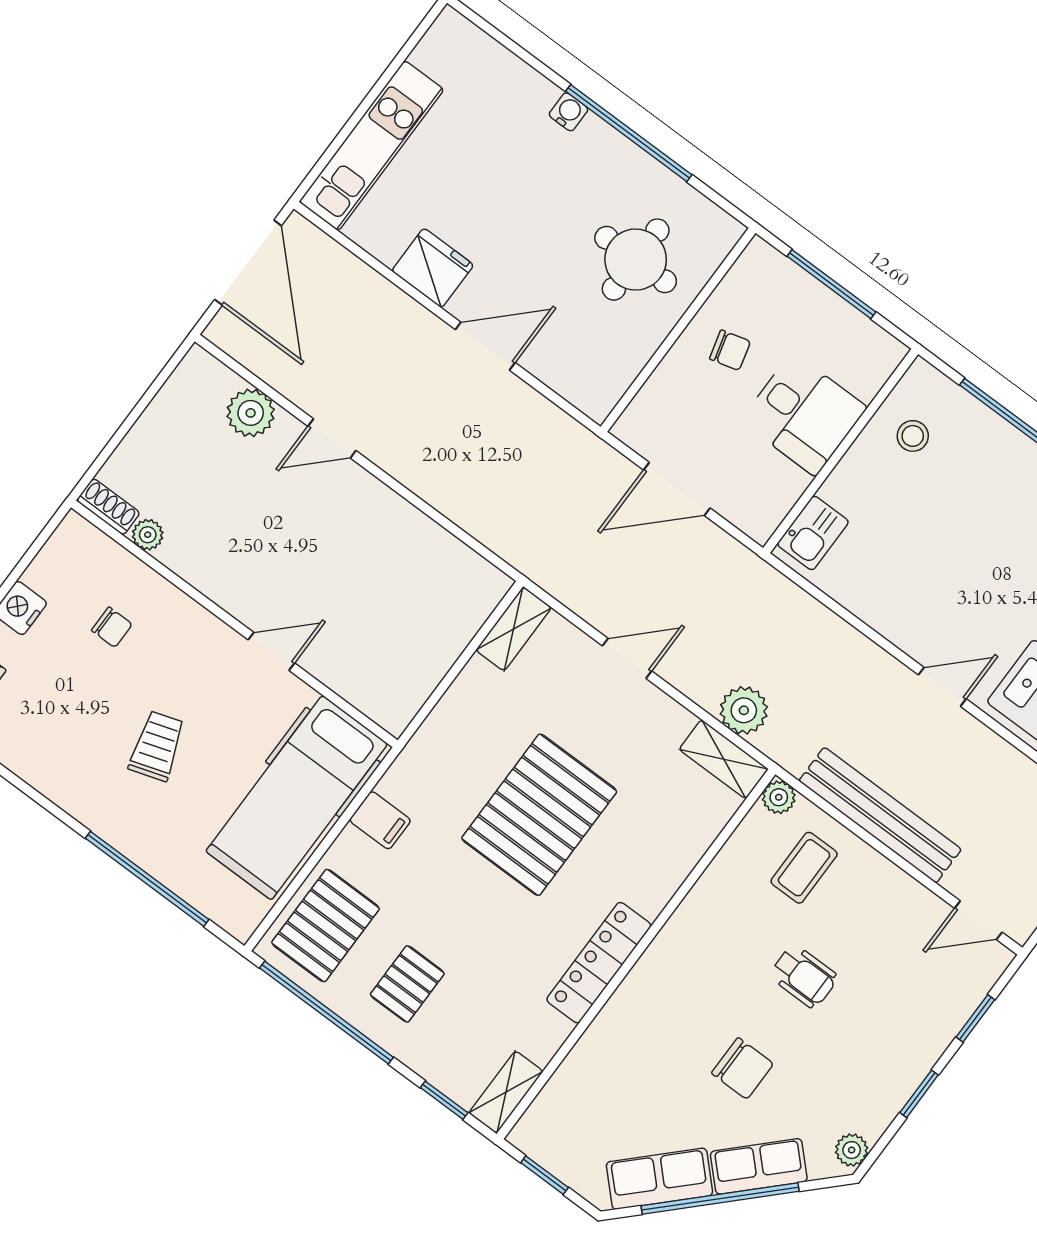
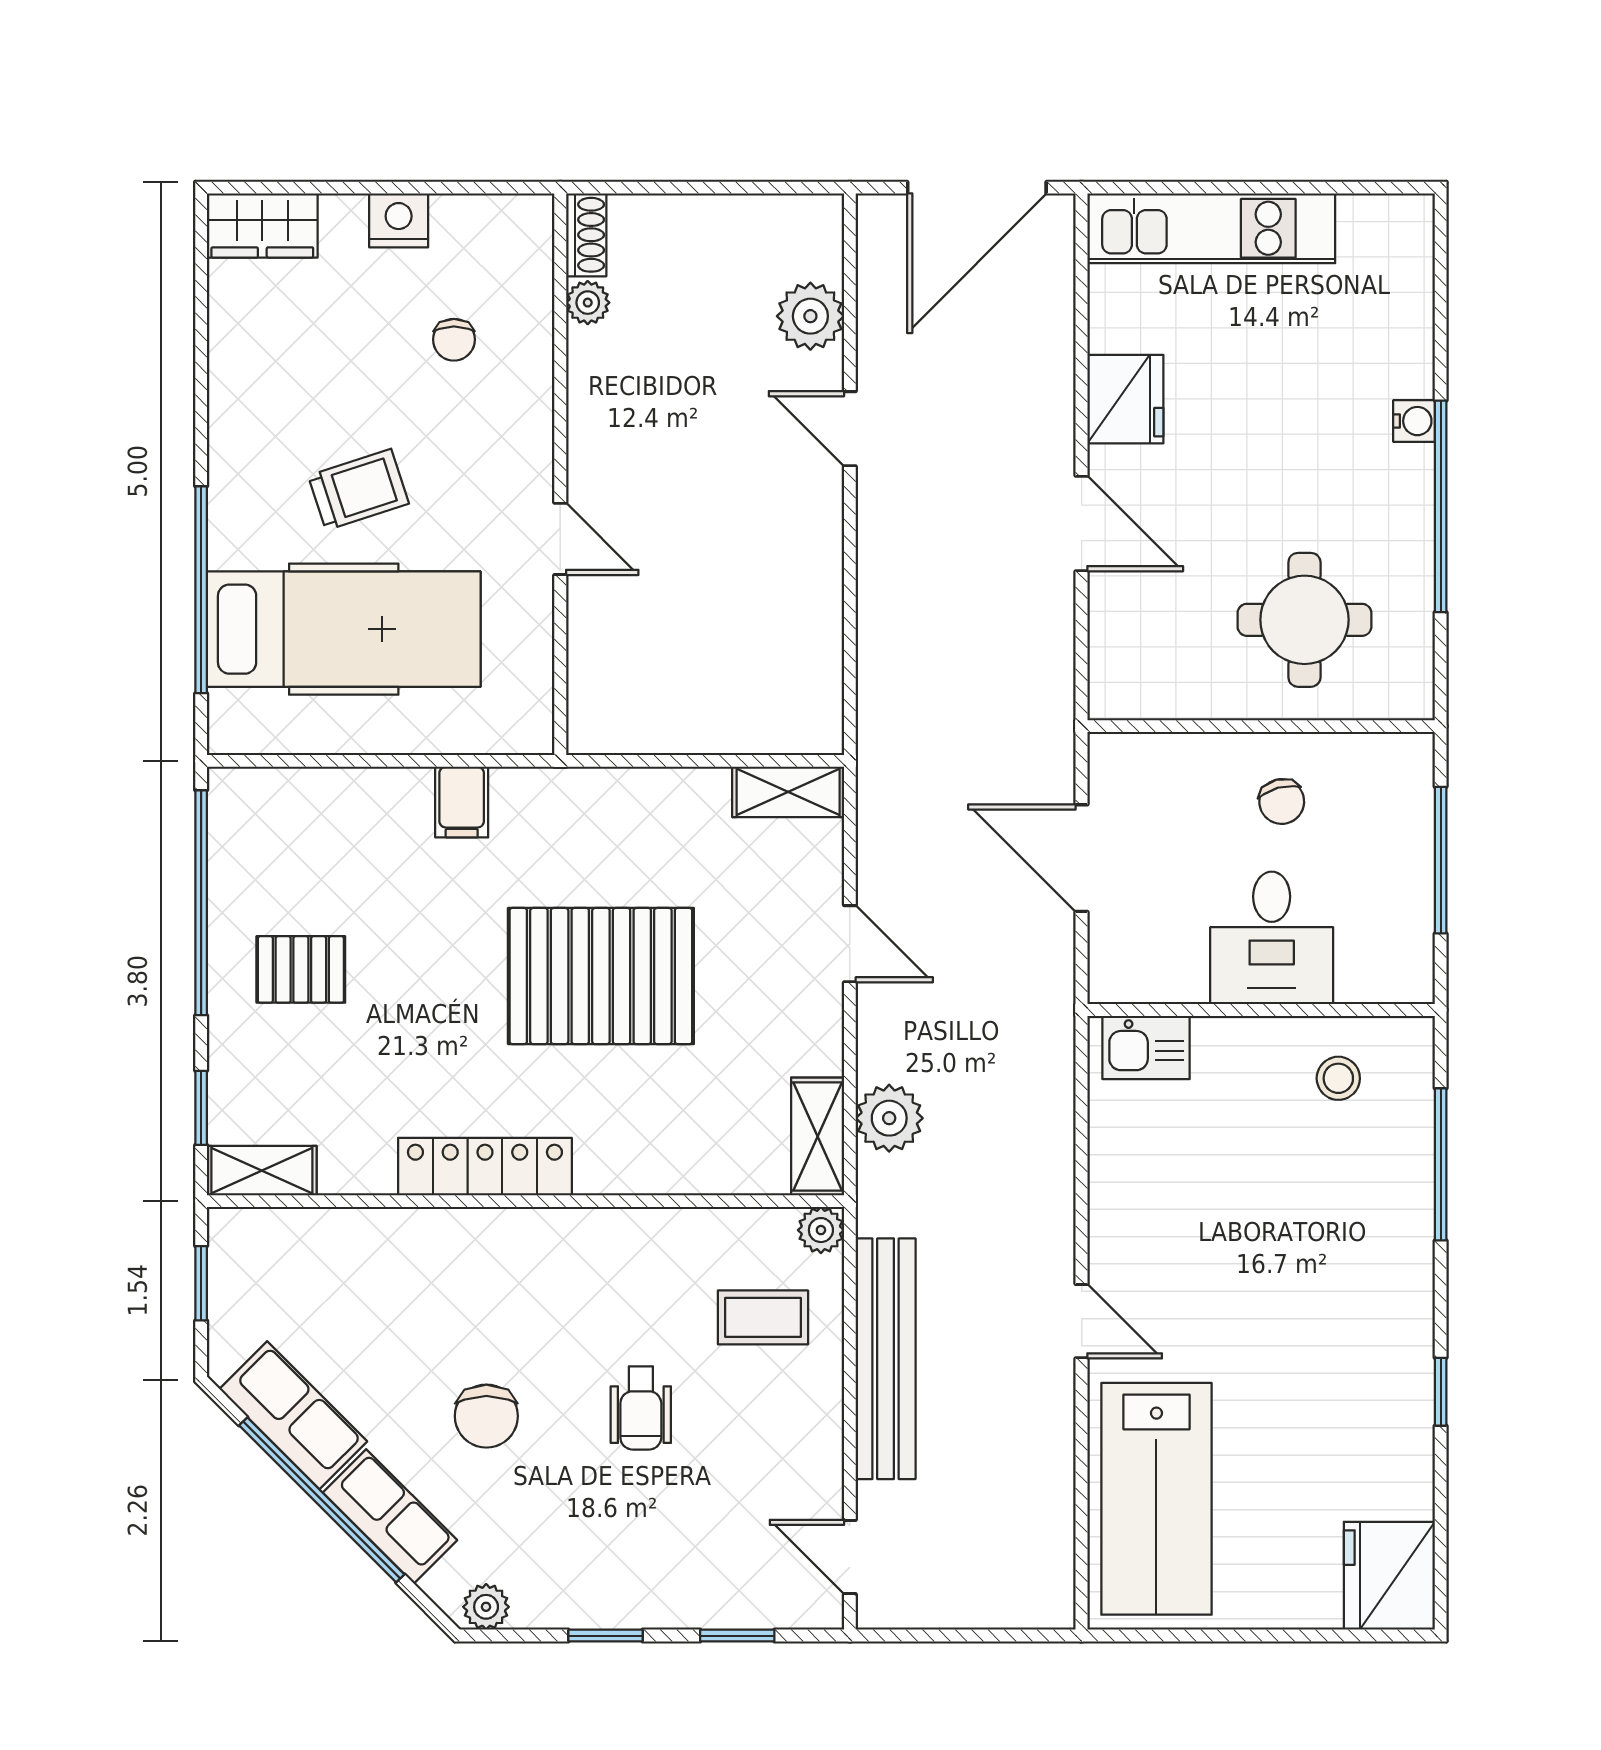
hospital bed: (297, 797) -> (344, 629), moved, turned 180
pallet: (326, 926) -> (298, 829), removed

